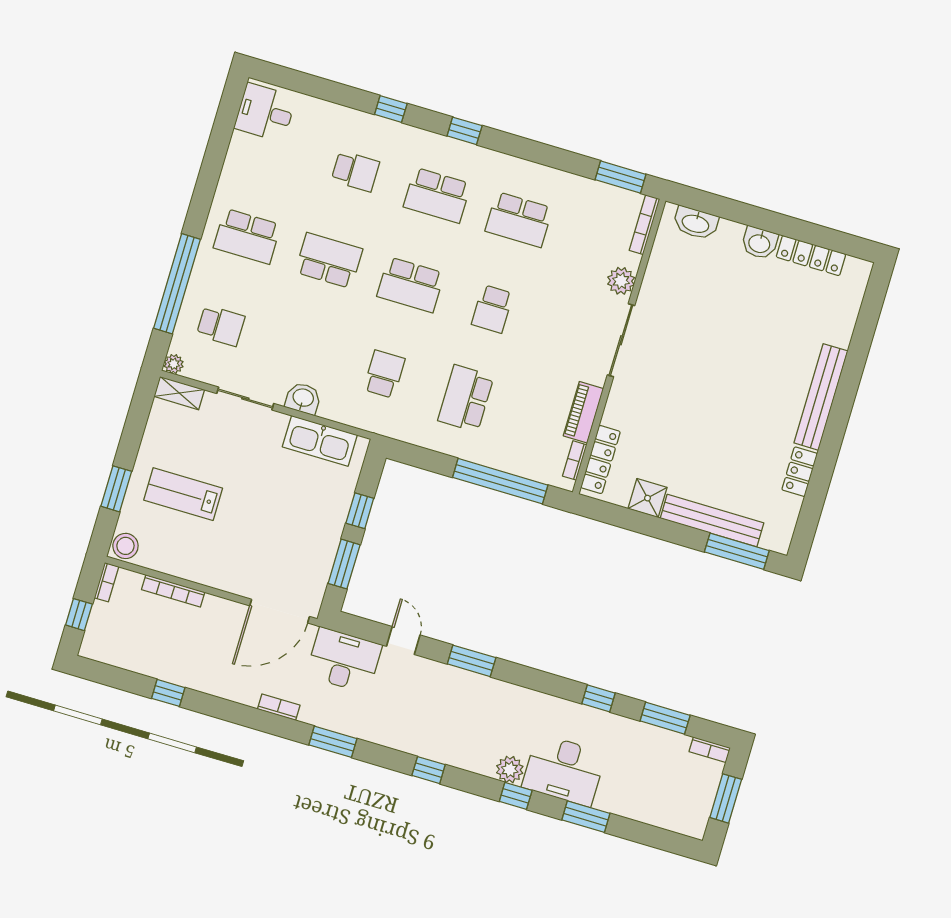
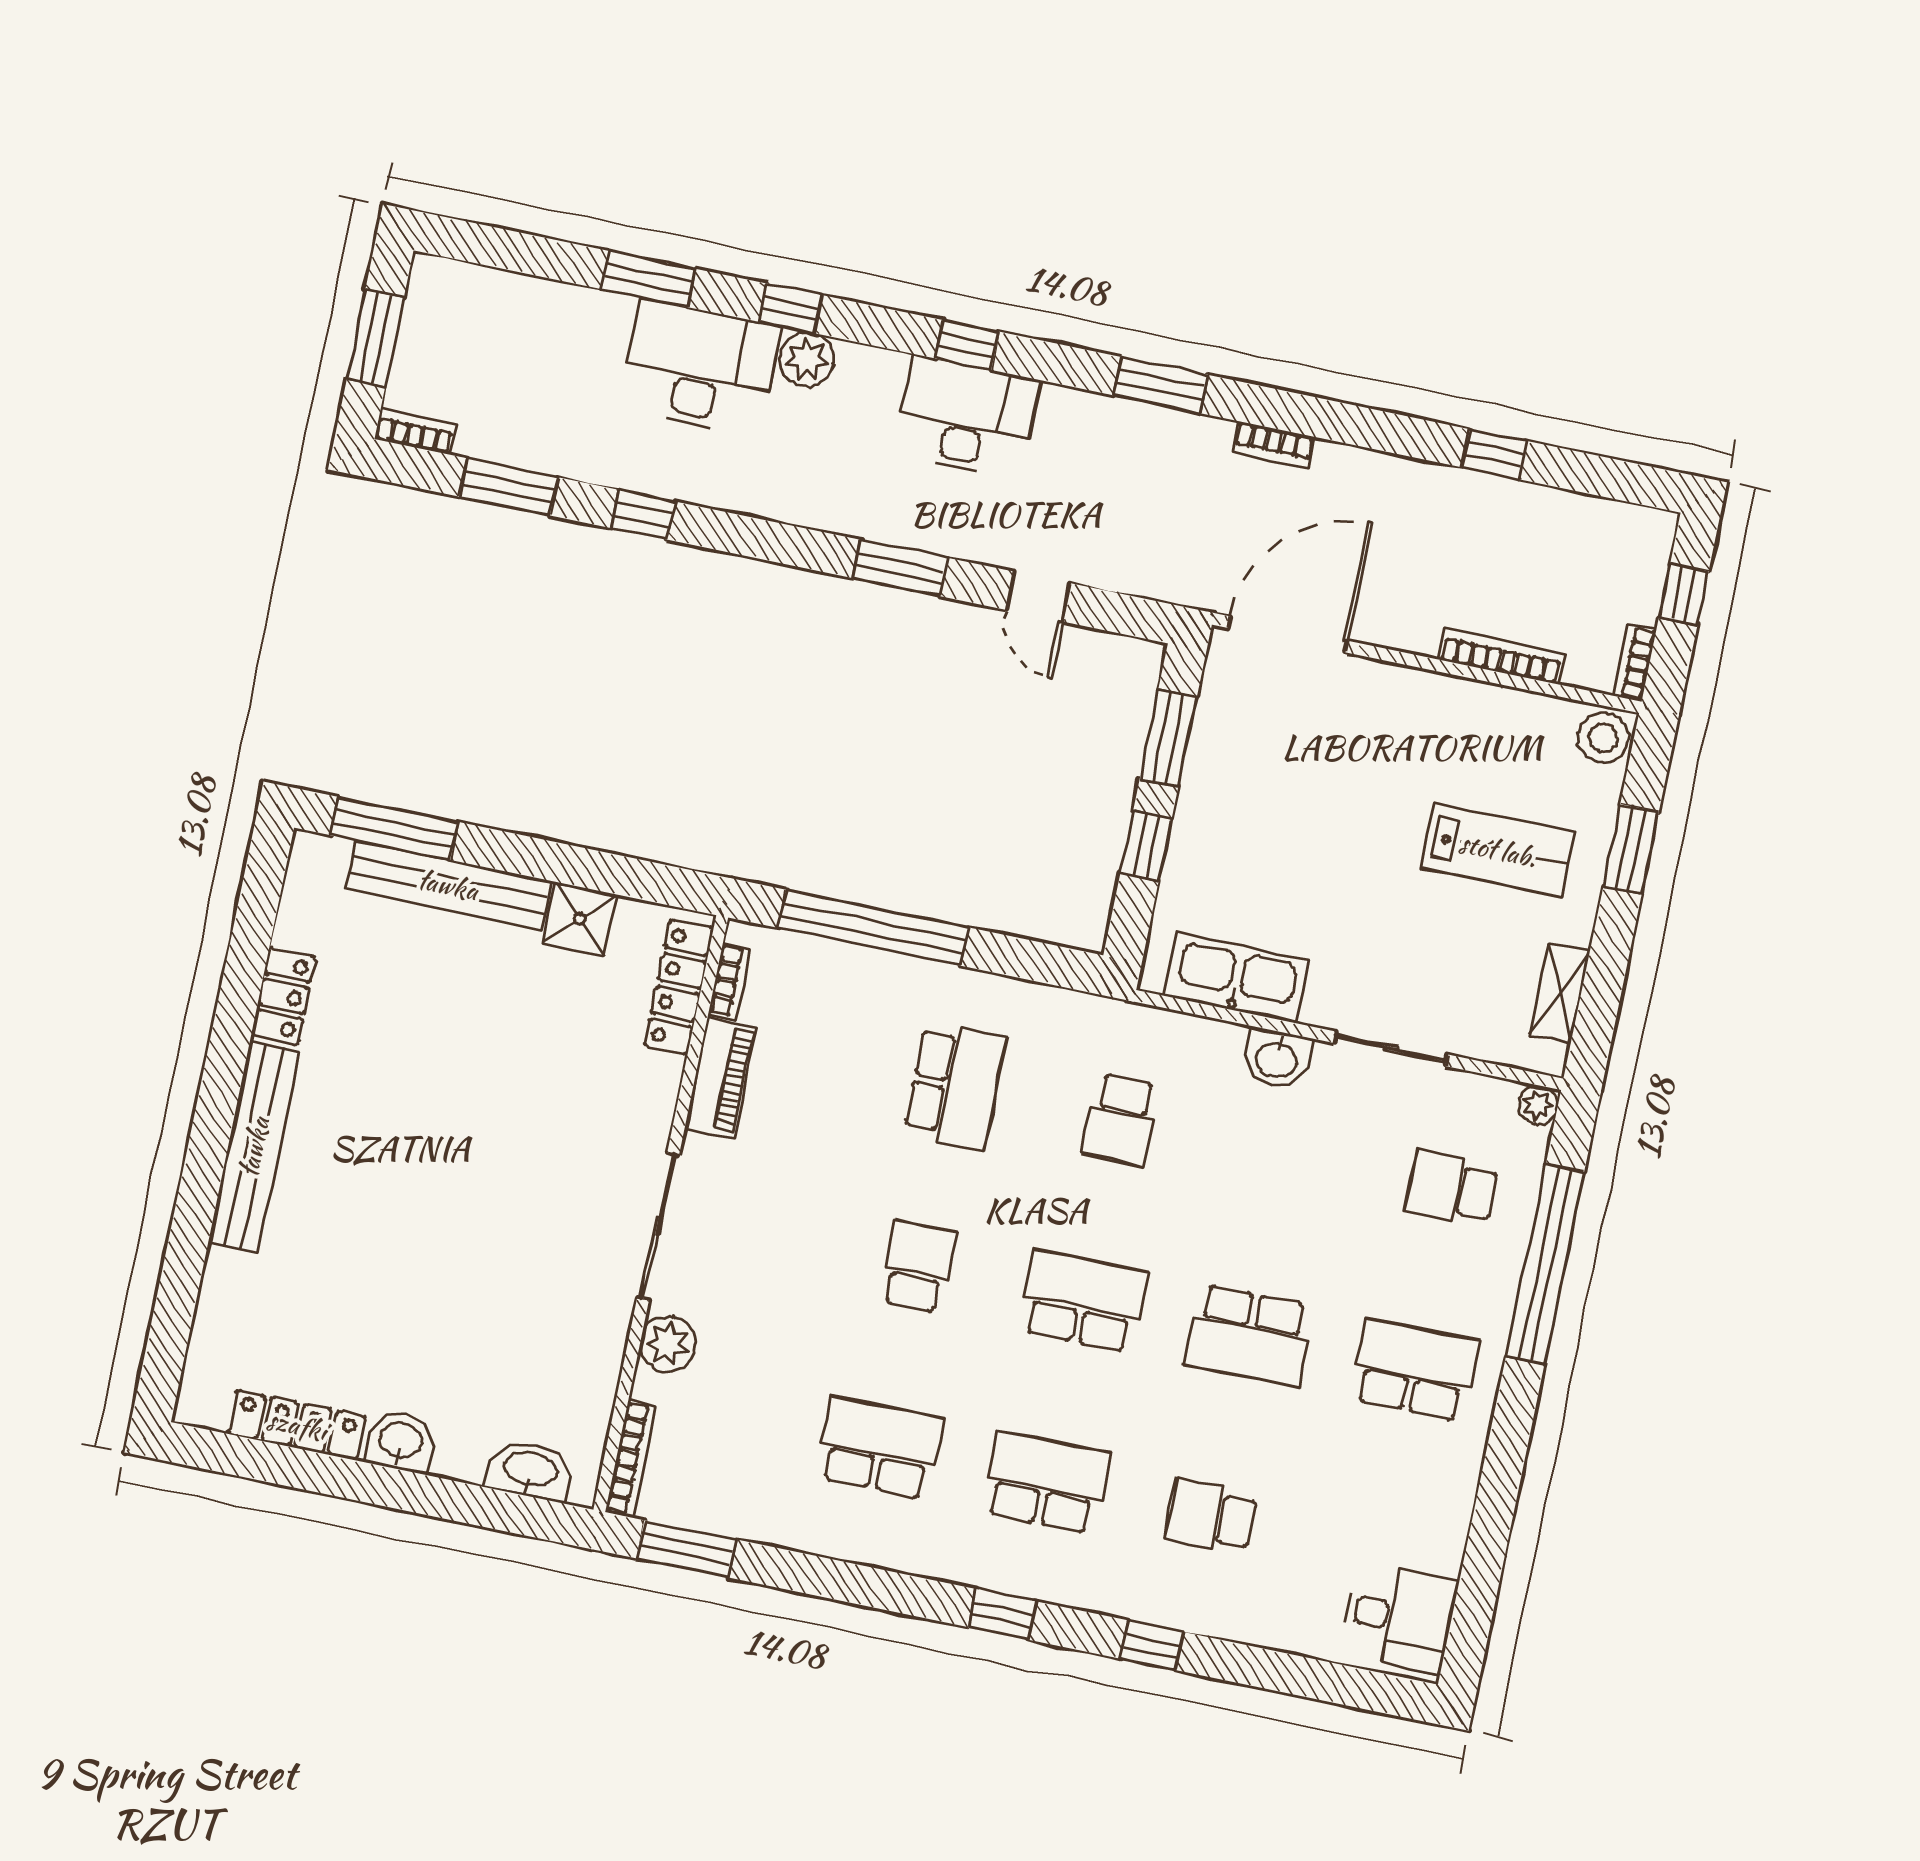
shelving: (179, 393) -> (1560, 993), moved, turned 90
desk: (344, 660) -> (966, 417), moved, turned 180

